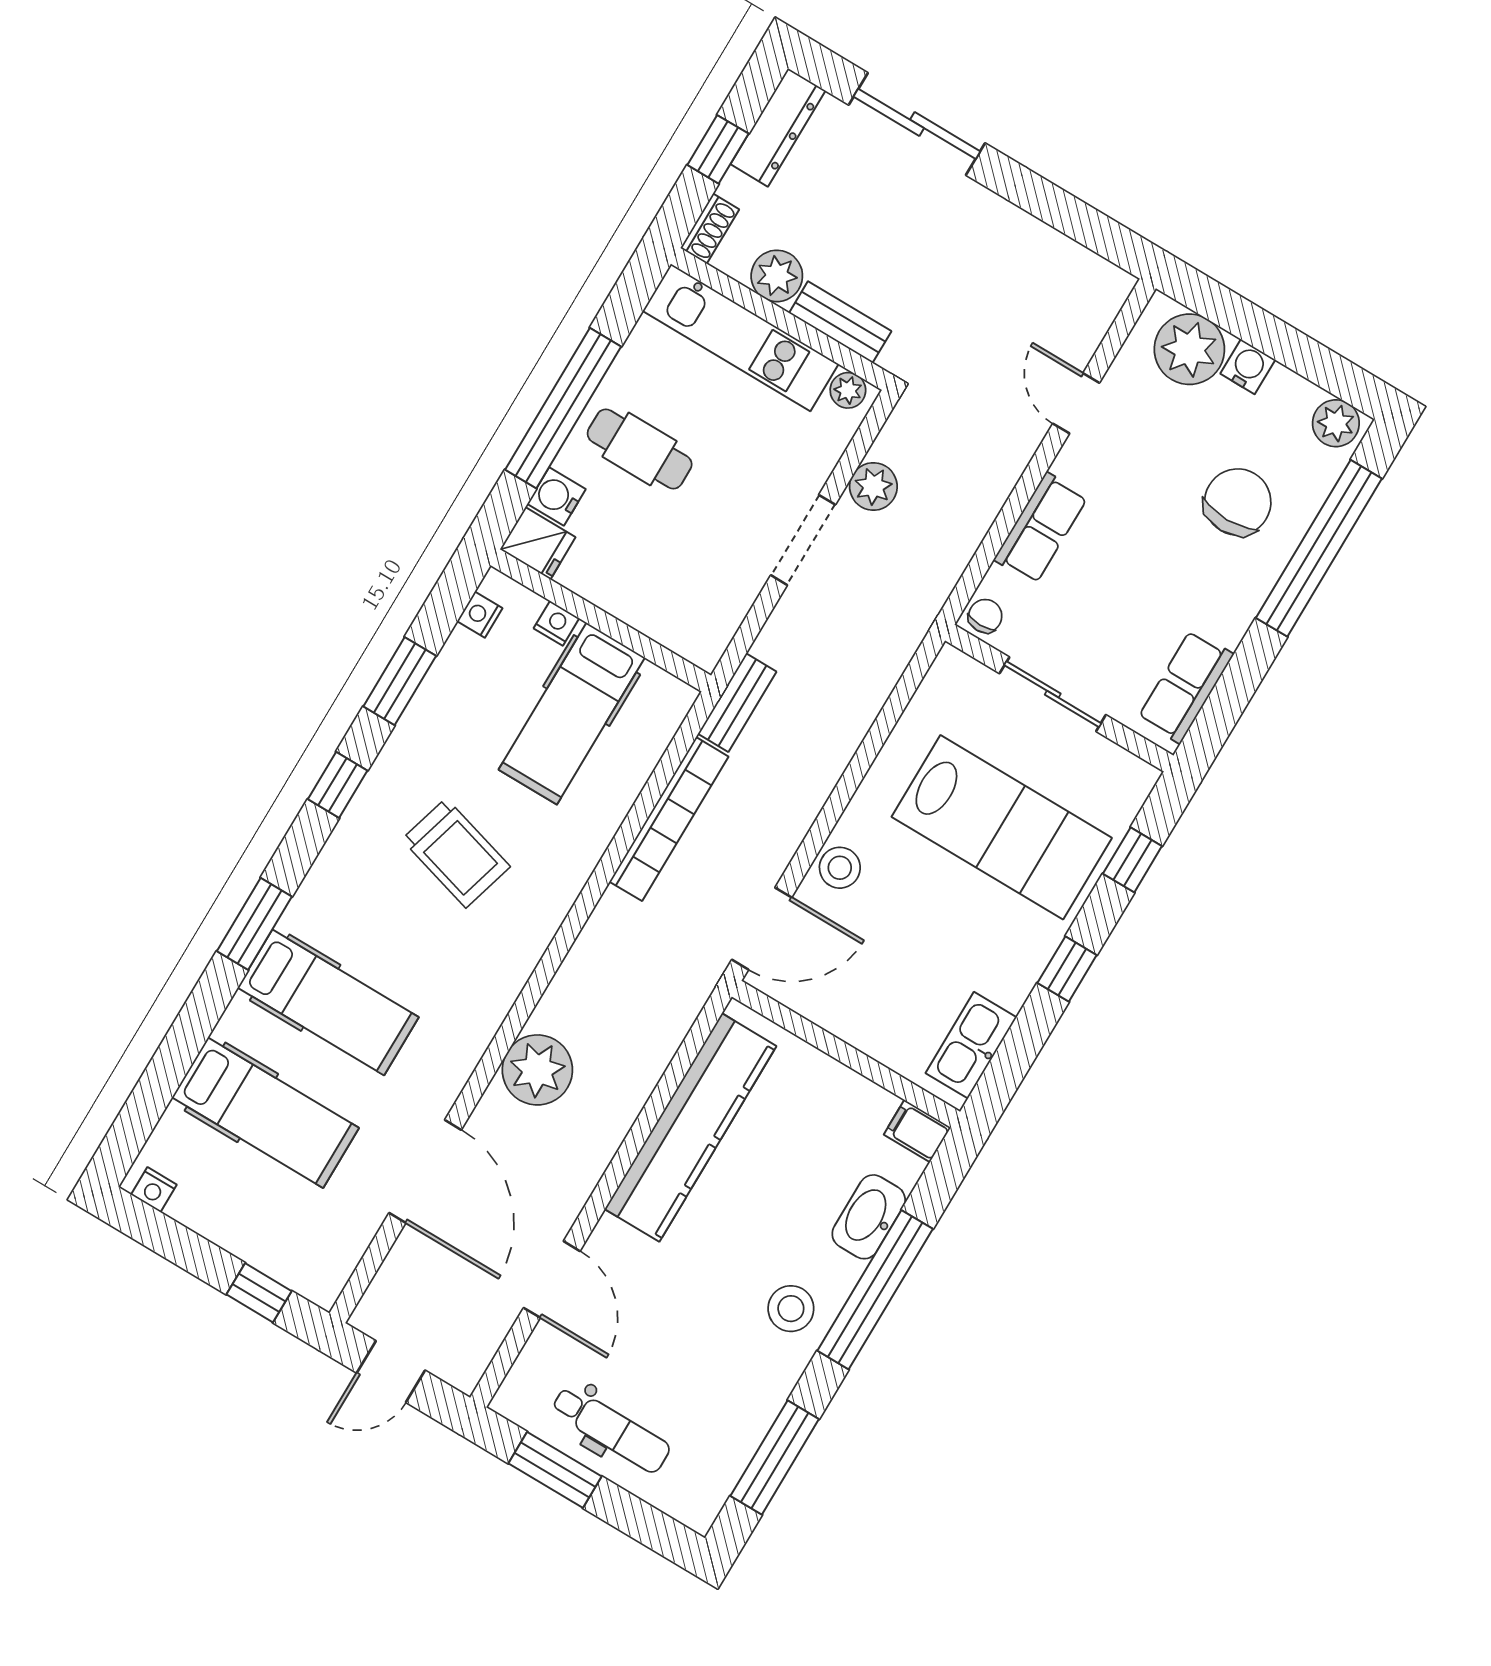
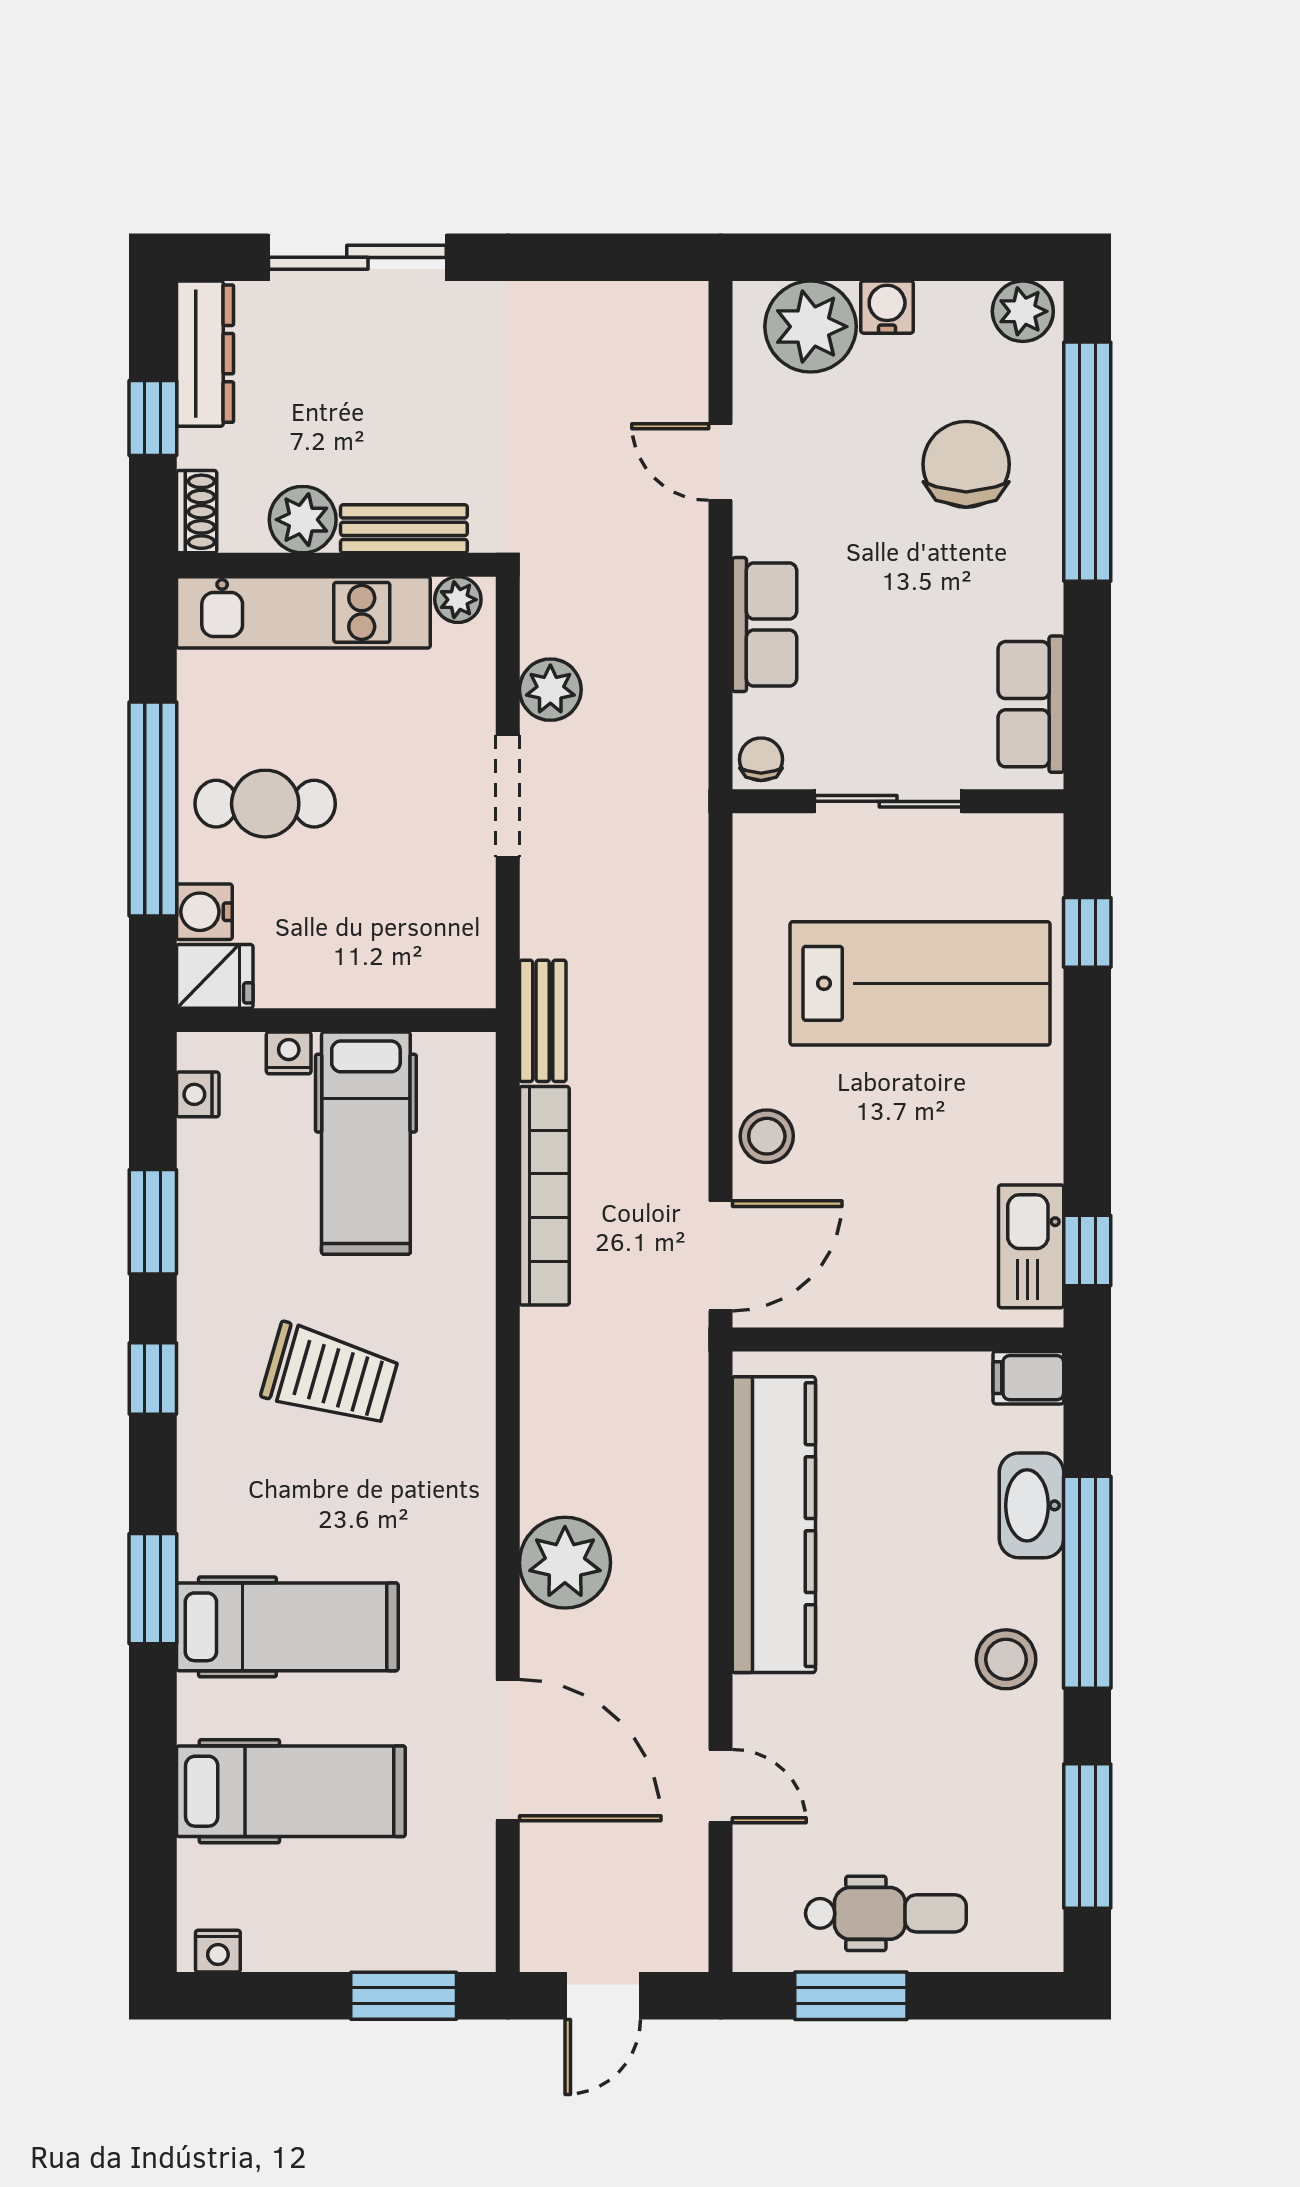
window: (1067, 969) -> (1087, 1250), moved
door: (552, 1279) -> (721, 1786), width x0.73
window: (259, 1293) -> (404, 1996), width x1.50

